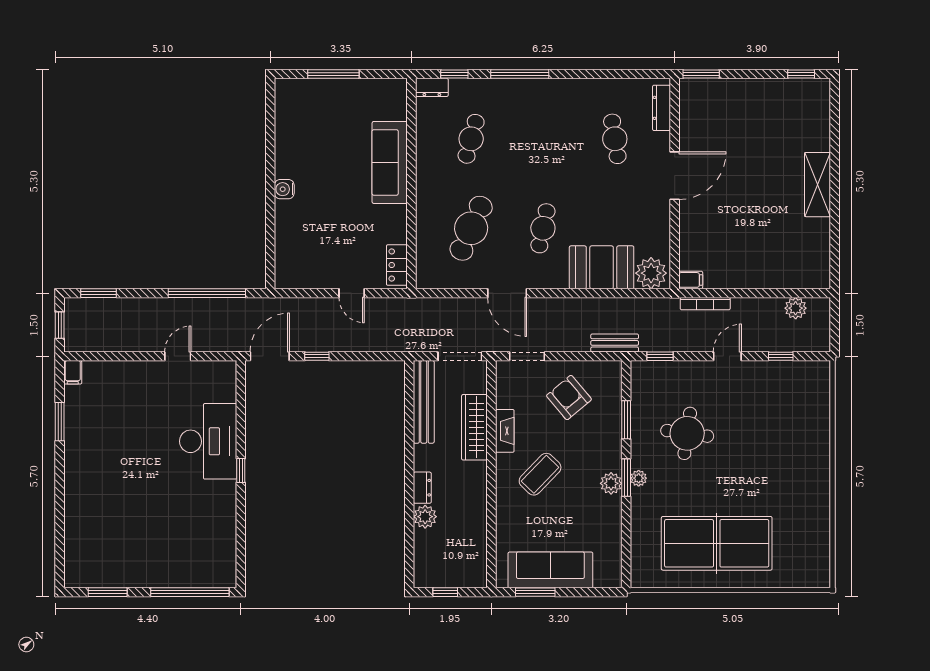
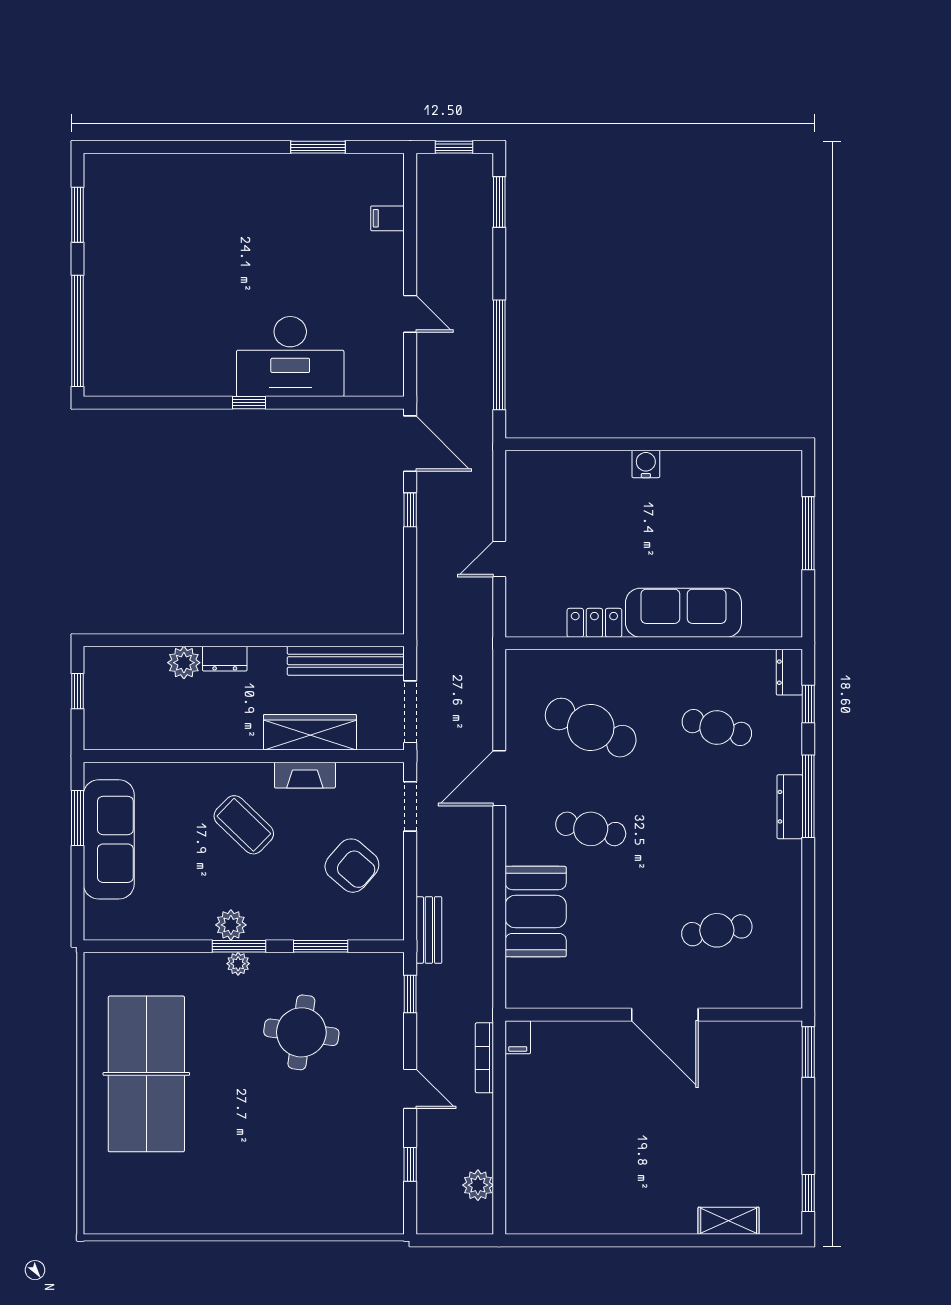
dresser: (661, 108) -> (790, 807), moved, turned -90
shelving: (818, 185) -> (729, 1221), moved, width x0.67, depth x0.75
locker: (397, 265) -> (594, 623), moved
plant: (651, 273) -> (527, 981), removed
filing cabinet: (73, 372) -> (387, 218), moved
armchair: (569, 398) -> (352, 866), turned 81

